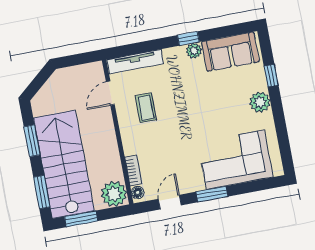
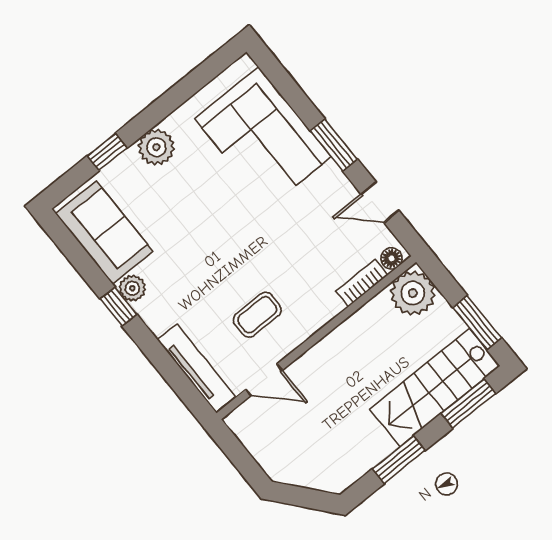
stairs: (64, 164) -> (435, 387), width x0.73, depth x0.66

